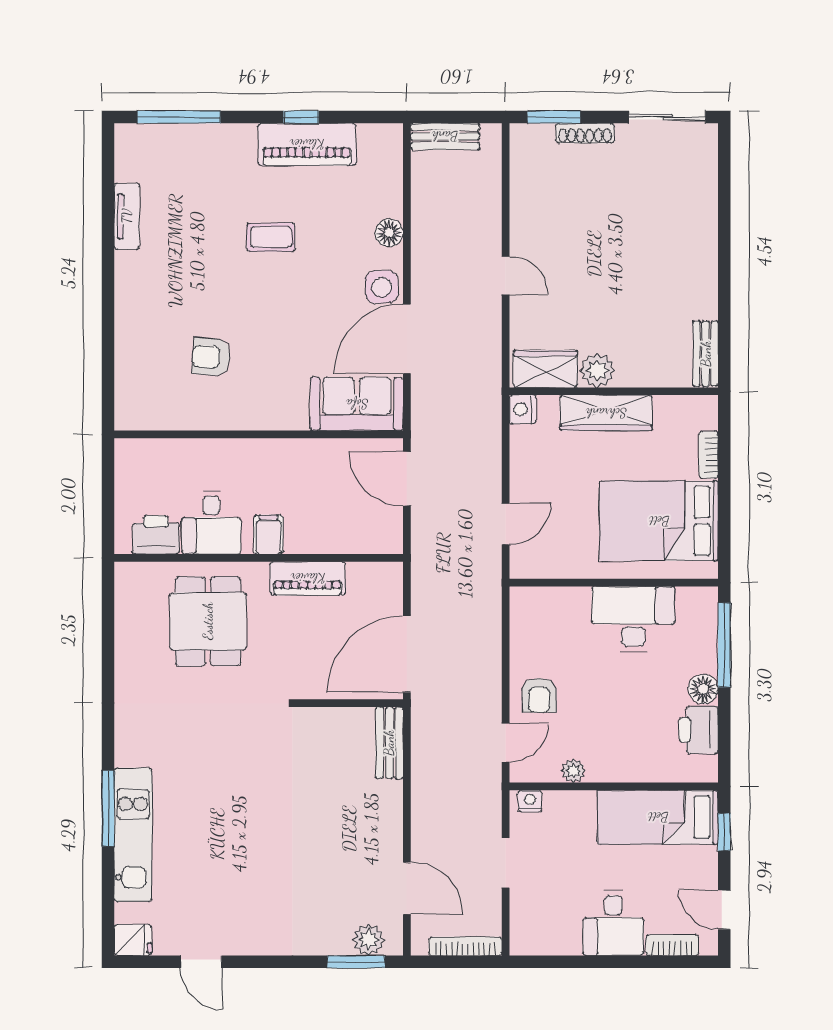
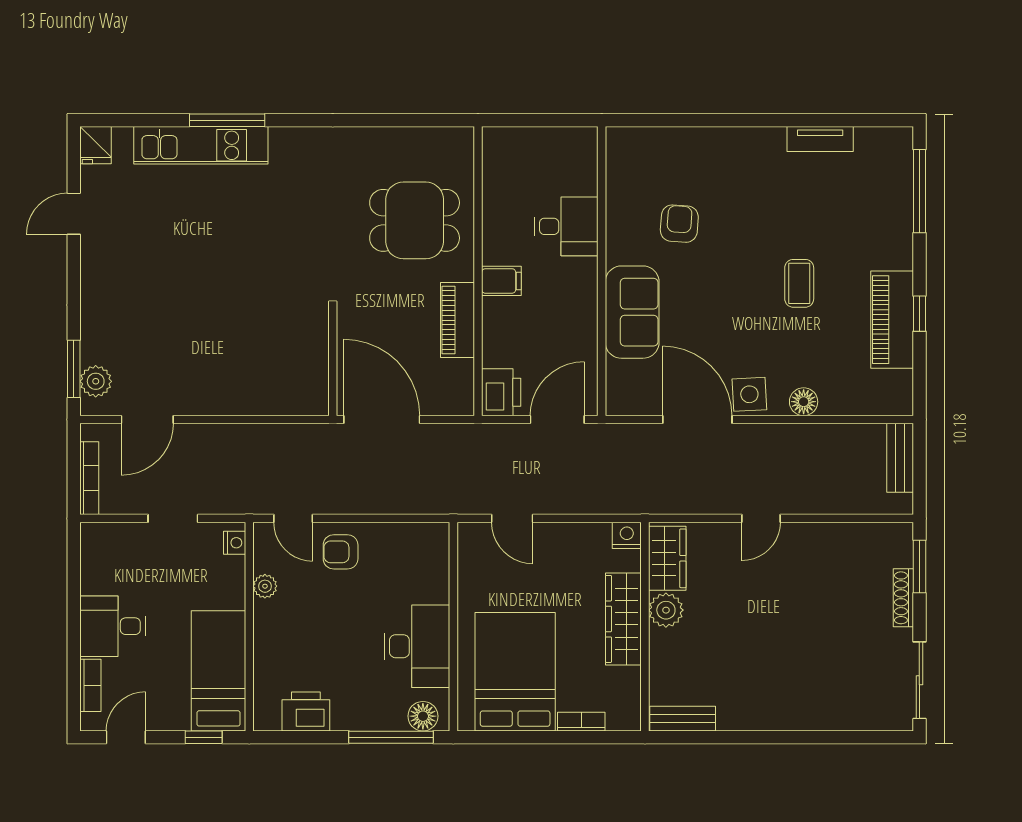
sofa: (357, 404) -> (632, 312), moved
desk: (211, 523) -> (566, 226), moved, turned 180
printer: (156, 535) -> (501, 392), moved
floor lamp: (703, 689) -> (423, 716), moved
bench: (389, 743) -> (293, 402), removed

